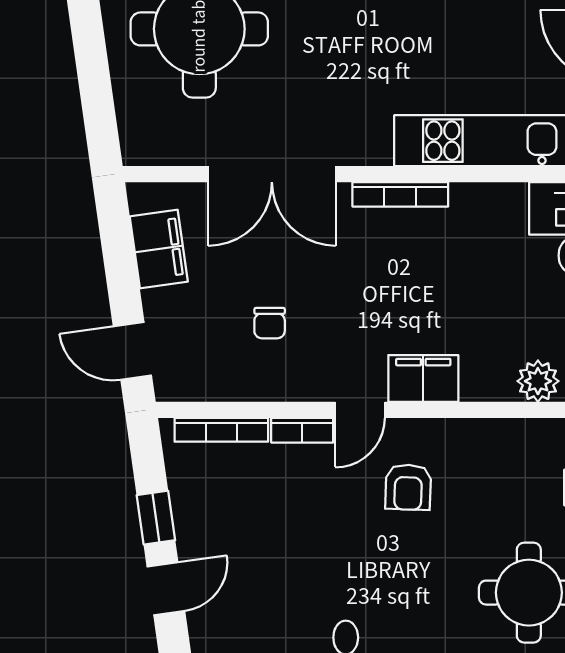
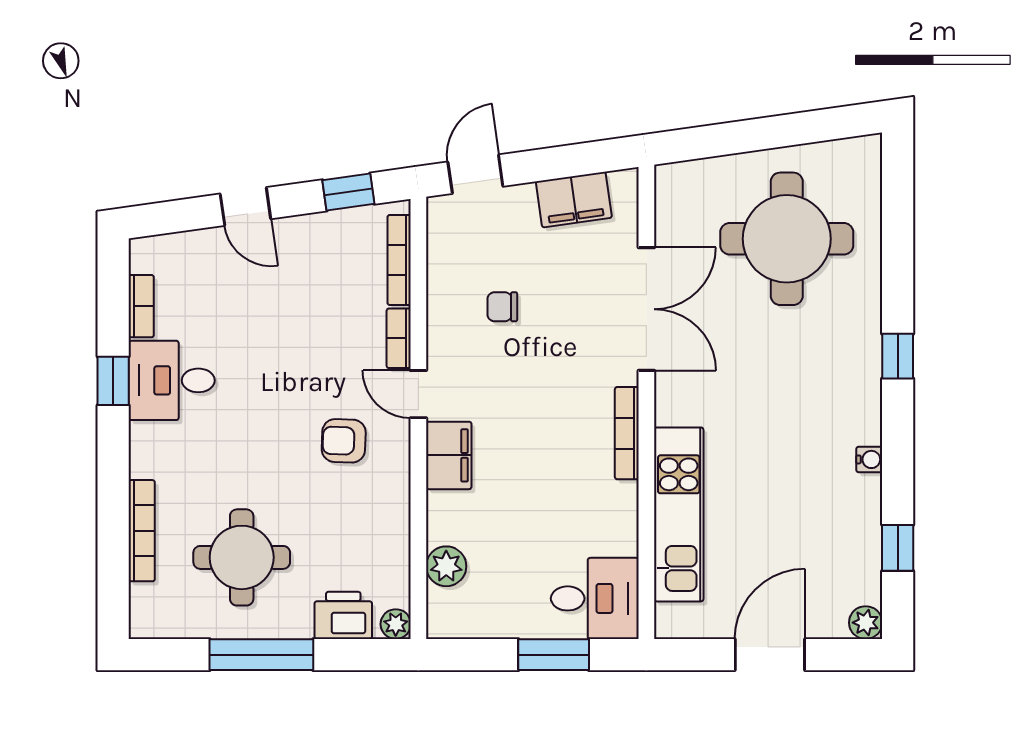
double door: (272, 174) -> (646, 309), swing flipped
window: (156, 518) -> (348, 192), moved

